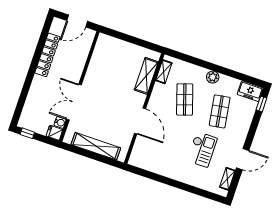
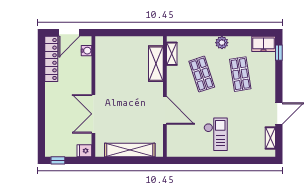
locker: (47, 55) -> (51, 59), moved
water cooler: (60, 122) -> (87, 51), moved
checkout: (202, 149) -> (216, 134), moved

